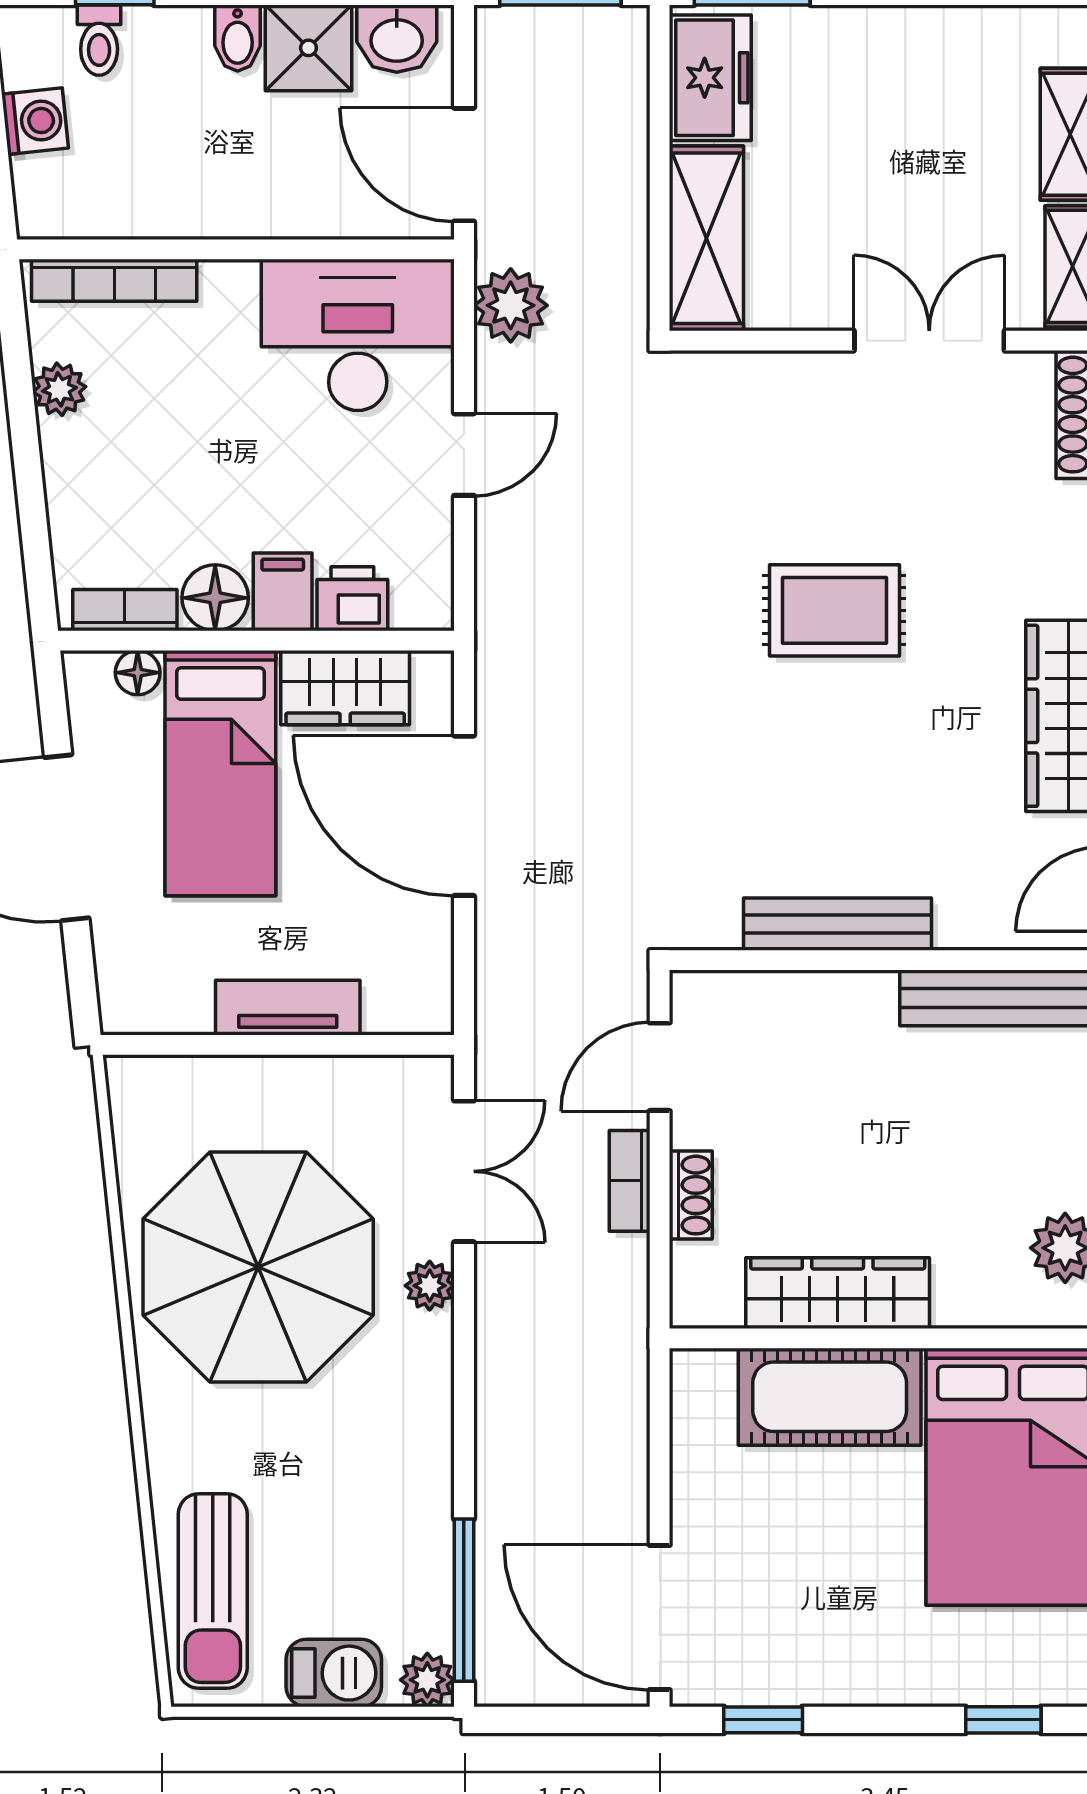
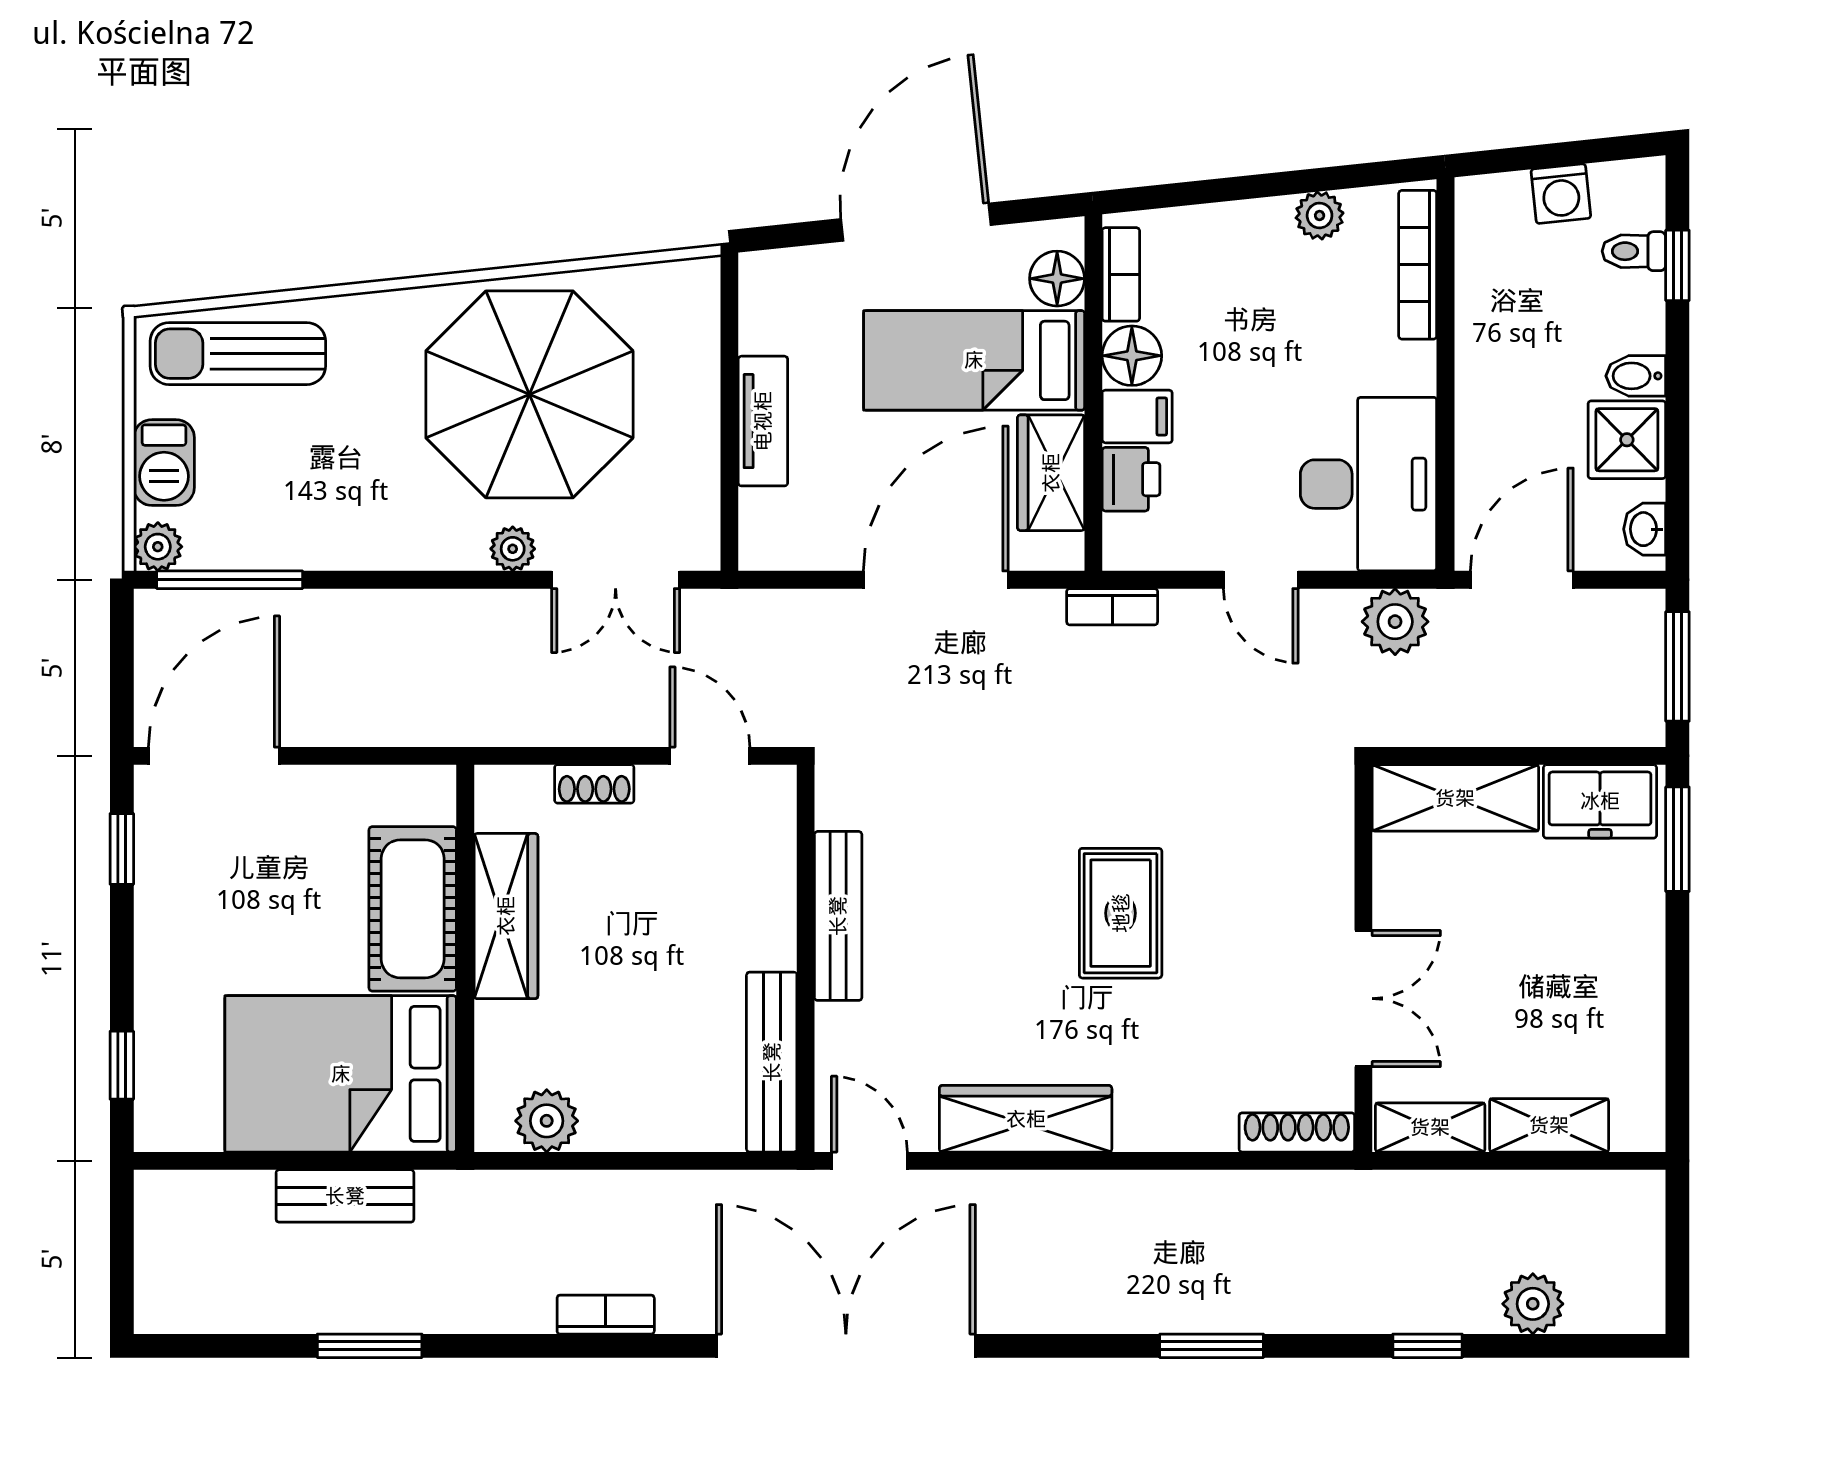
washbasin: (397, 39) -> (1645, 529), width x0.72, depth x0.69
floor lamp: (138, 673) -> (1057, 279), width x1.37, depth x1.37
bookcase: (630, 1181) -> (1112, 607), moved, turned 180

